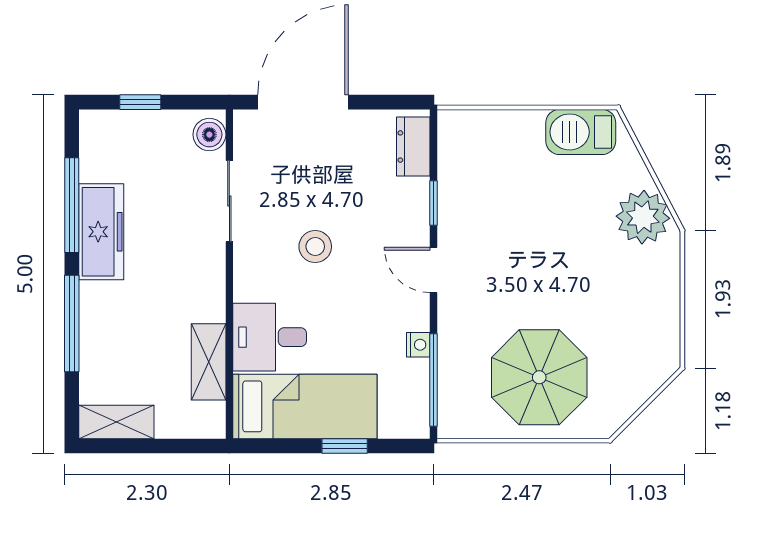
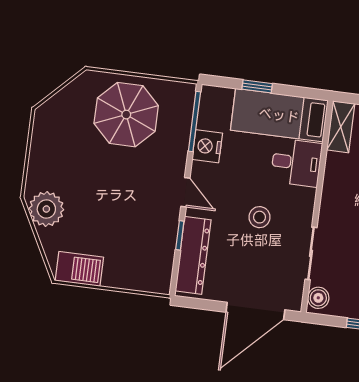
dresser: (413, 146) -> (193, 255), width x1.96, depth x1.24
nightstand: (418, 345) -> (207, 146), width x1.89, depth x1.79
shelving: (209, 362) -> (341, 127), moved

